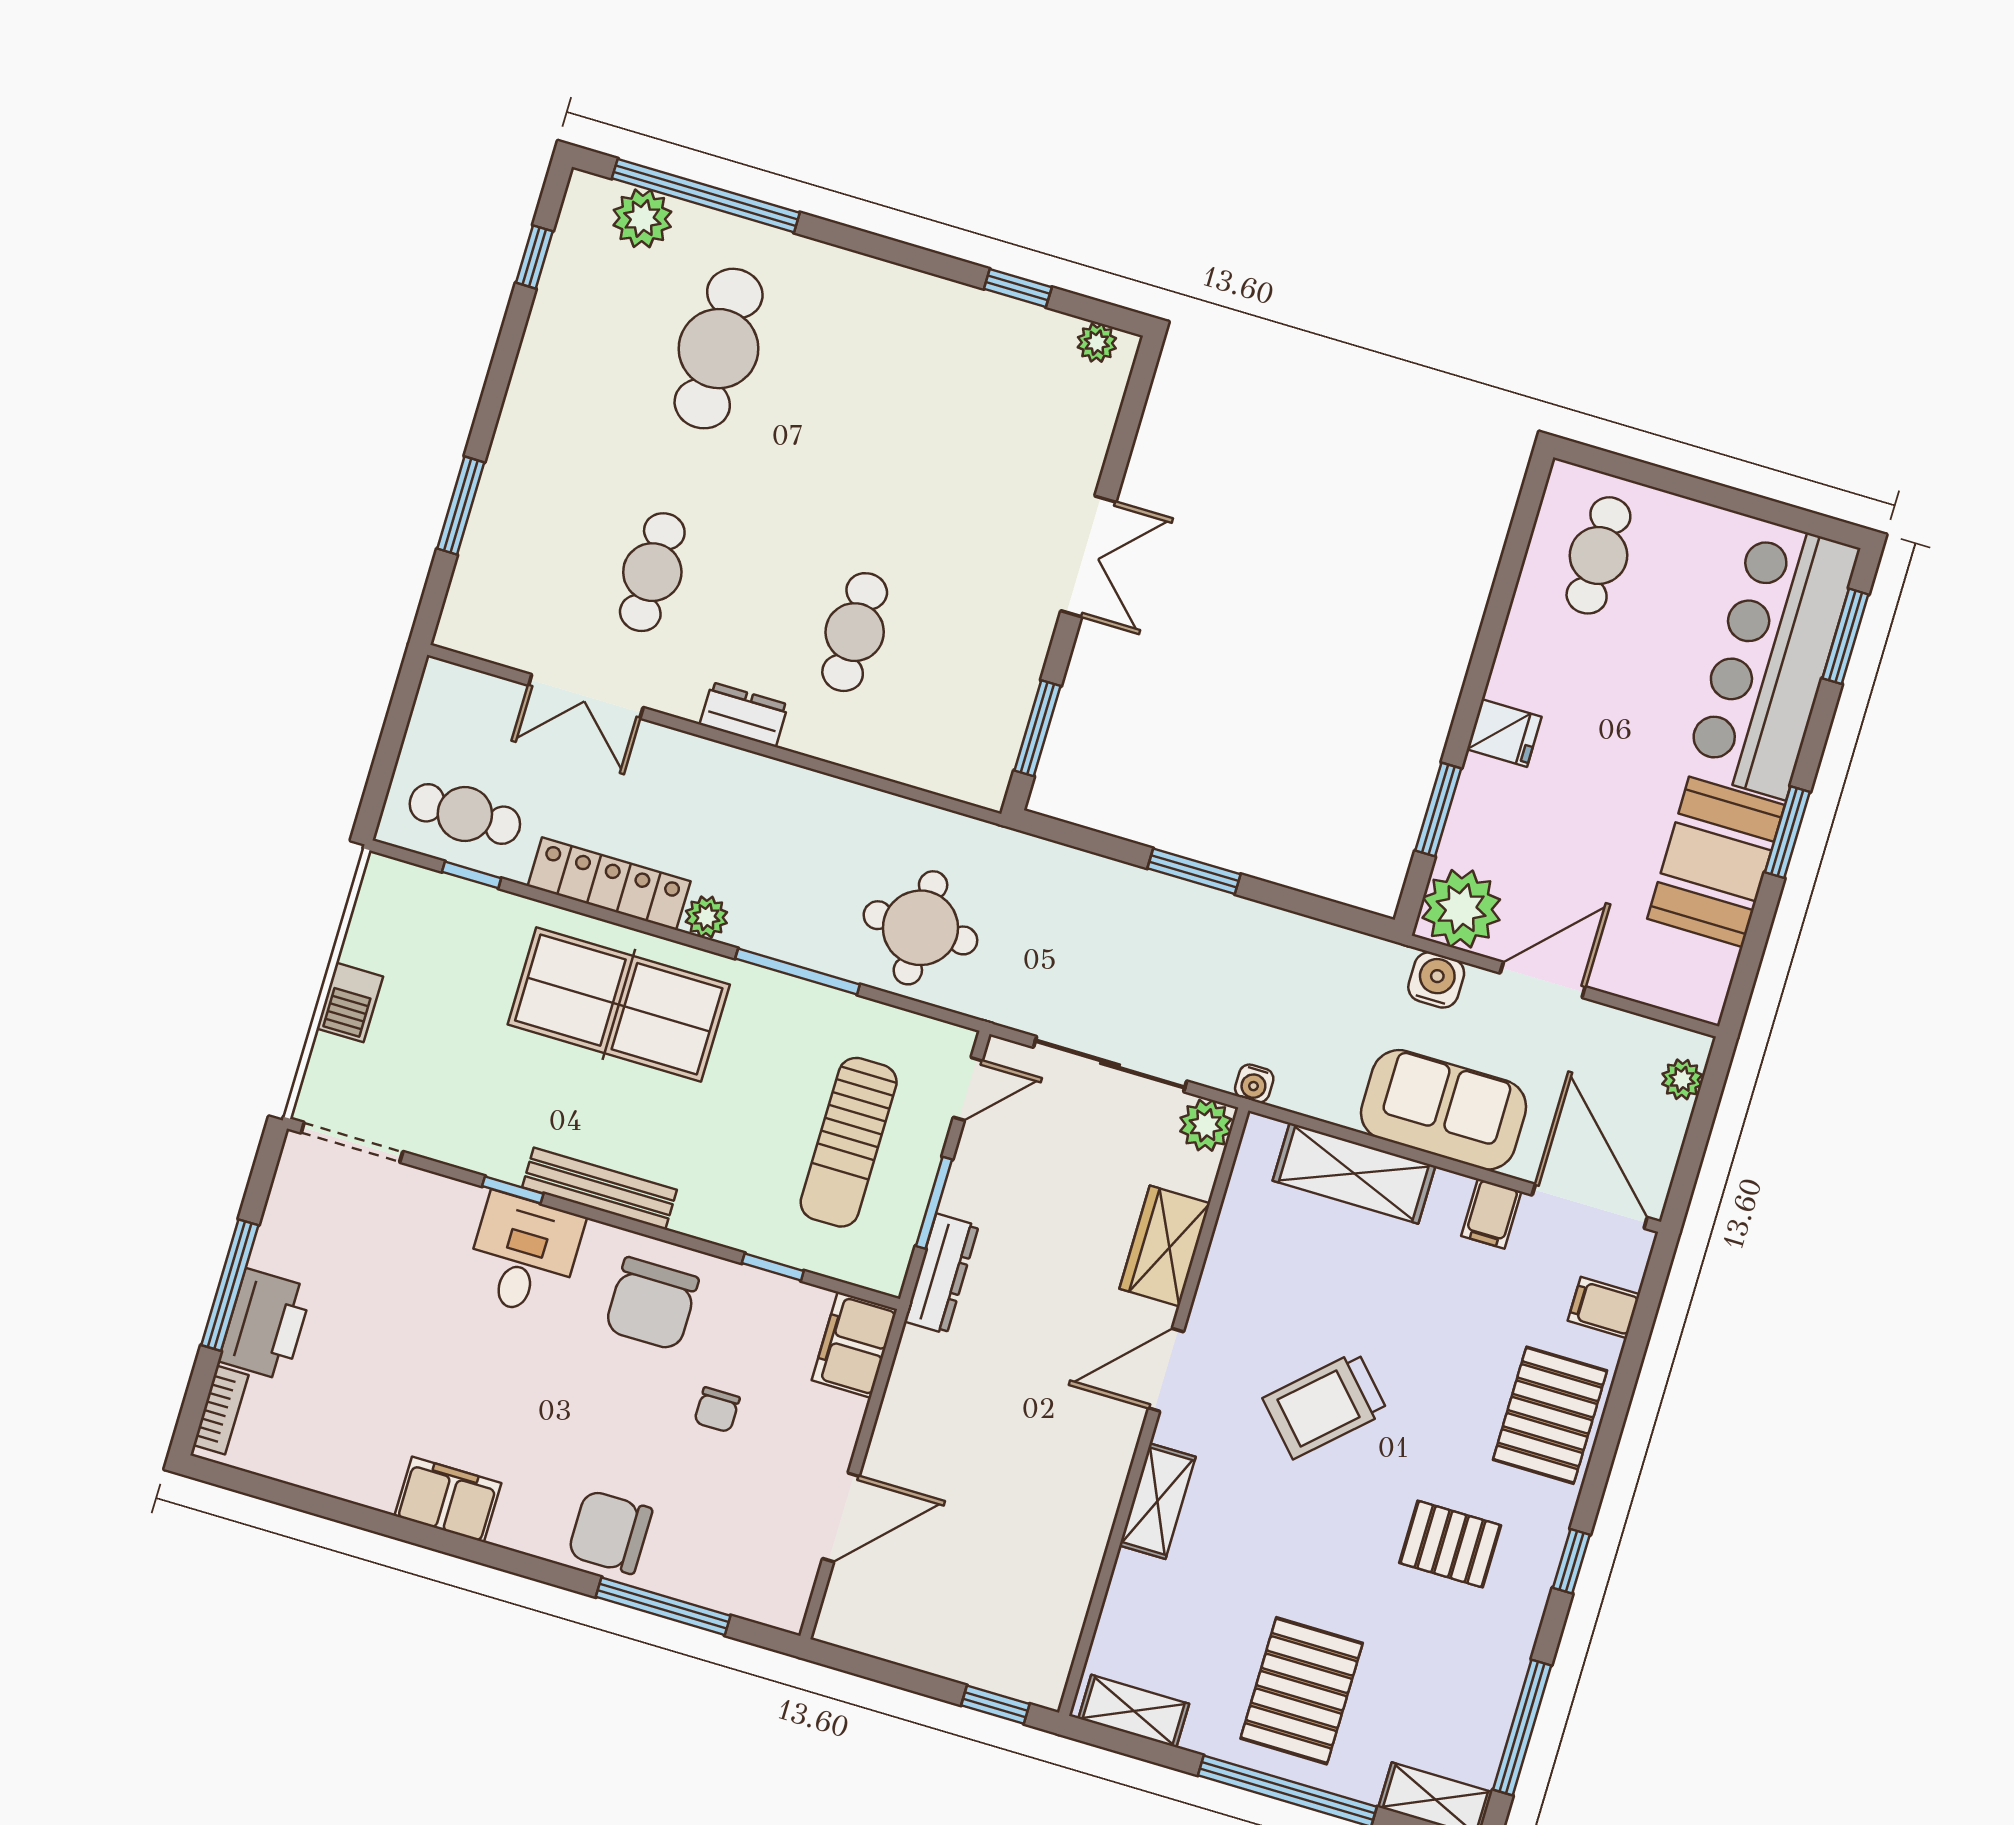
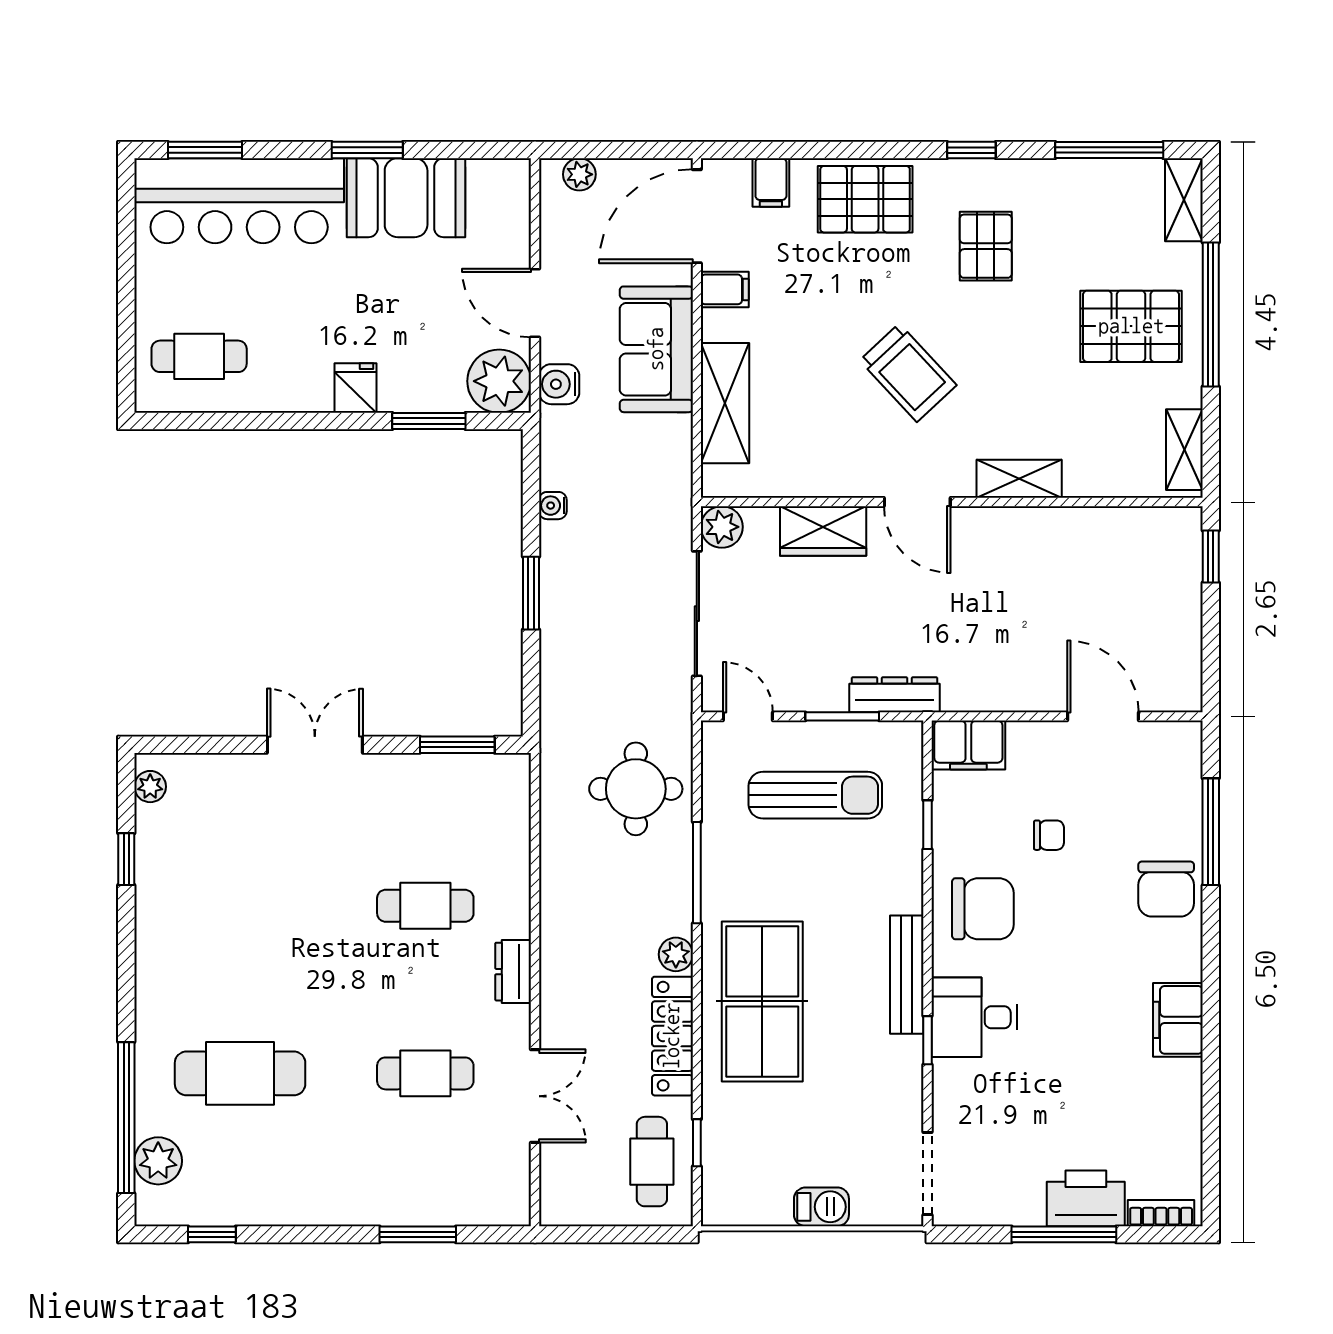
water cooler: (1254, 1083) -> (553, 506), moved, turned 180

